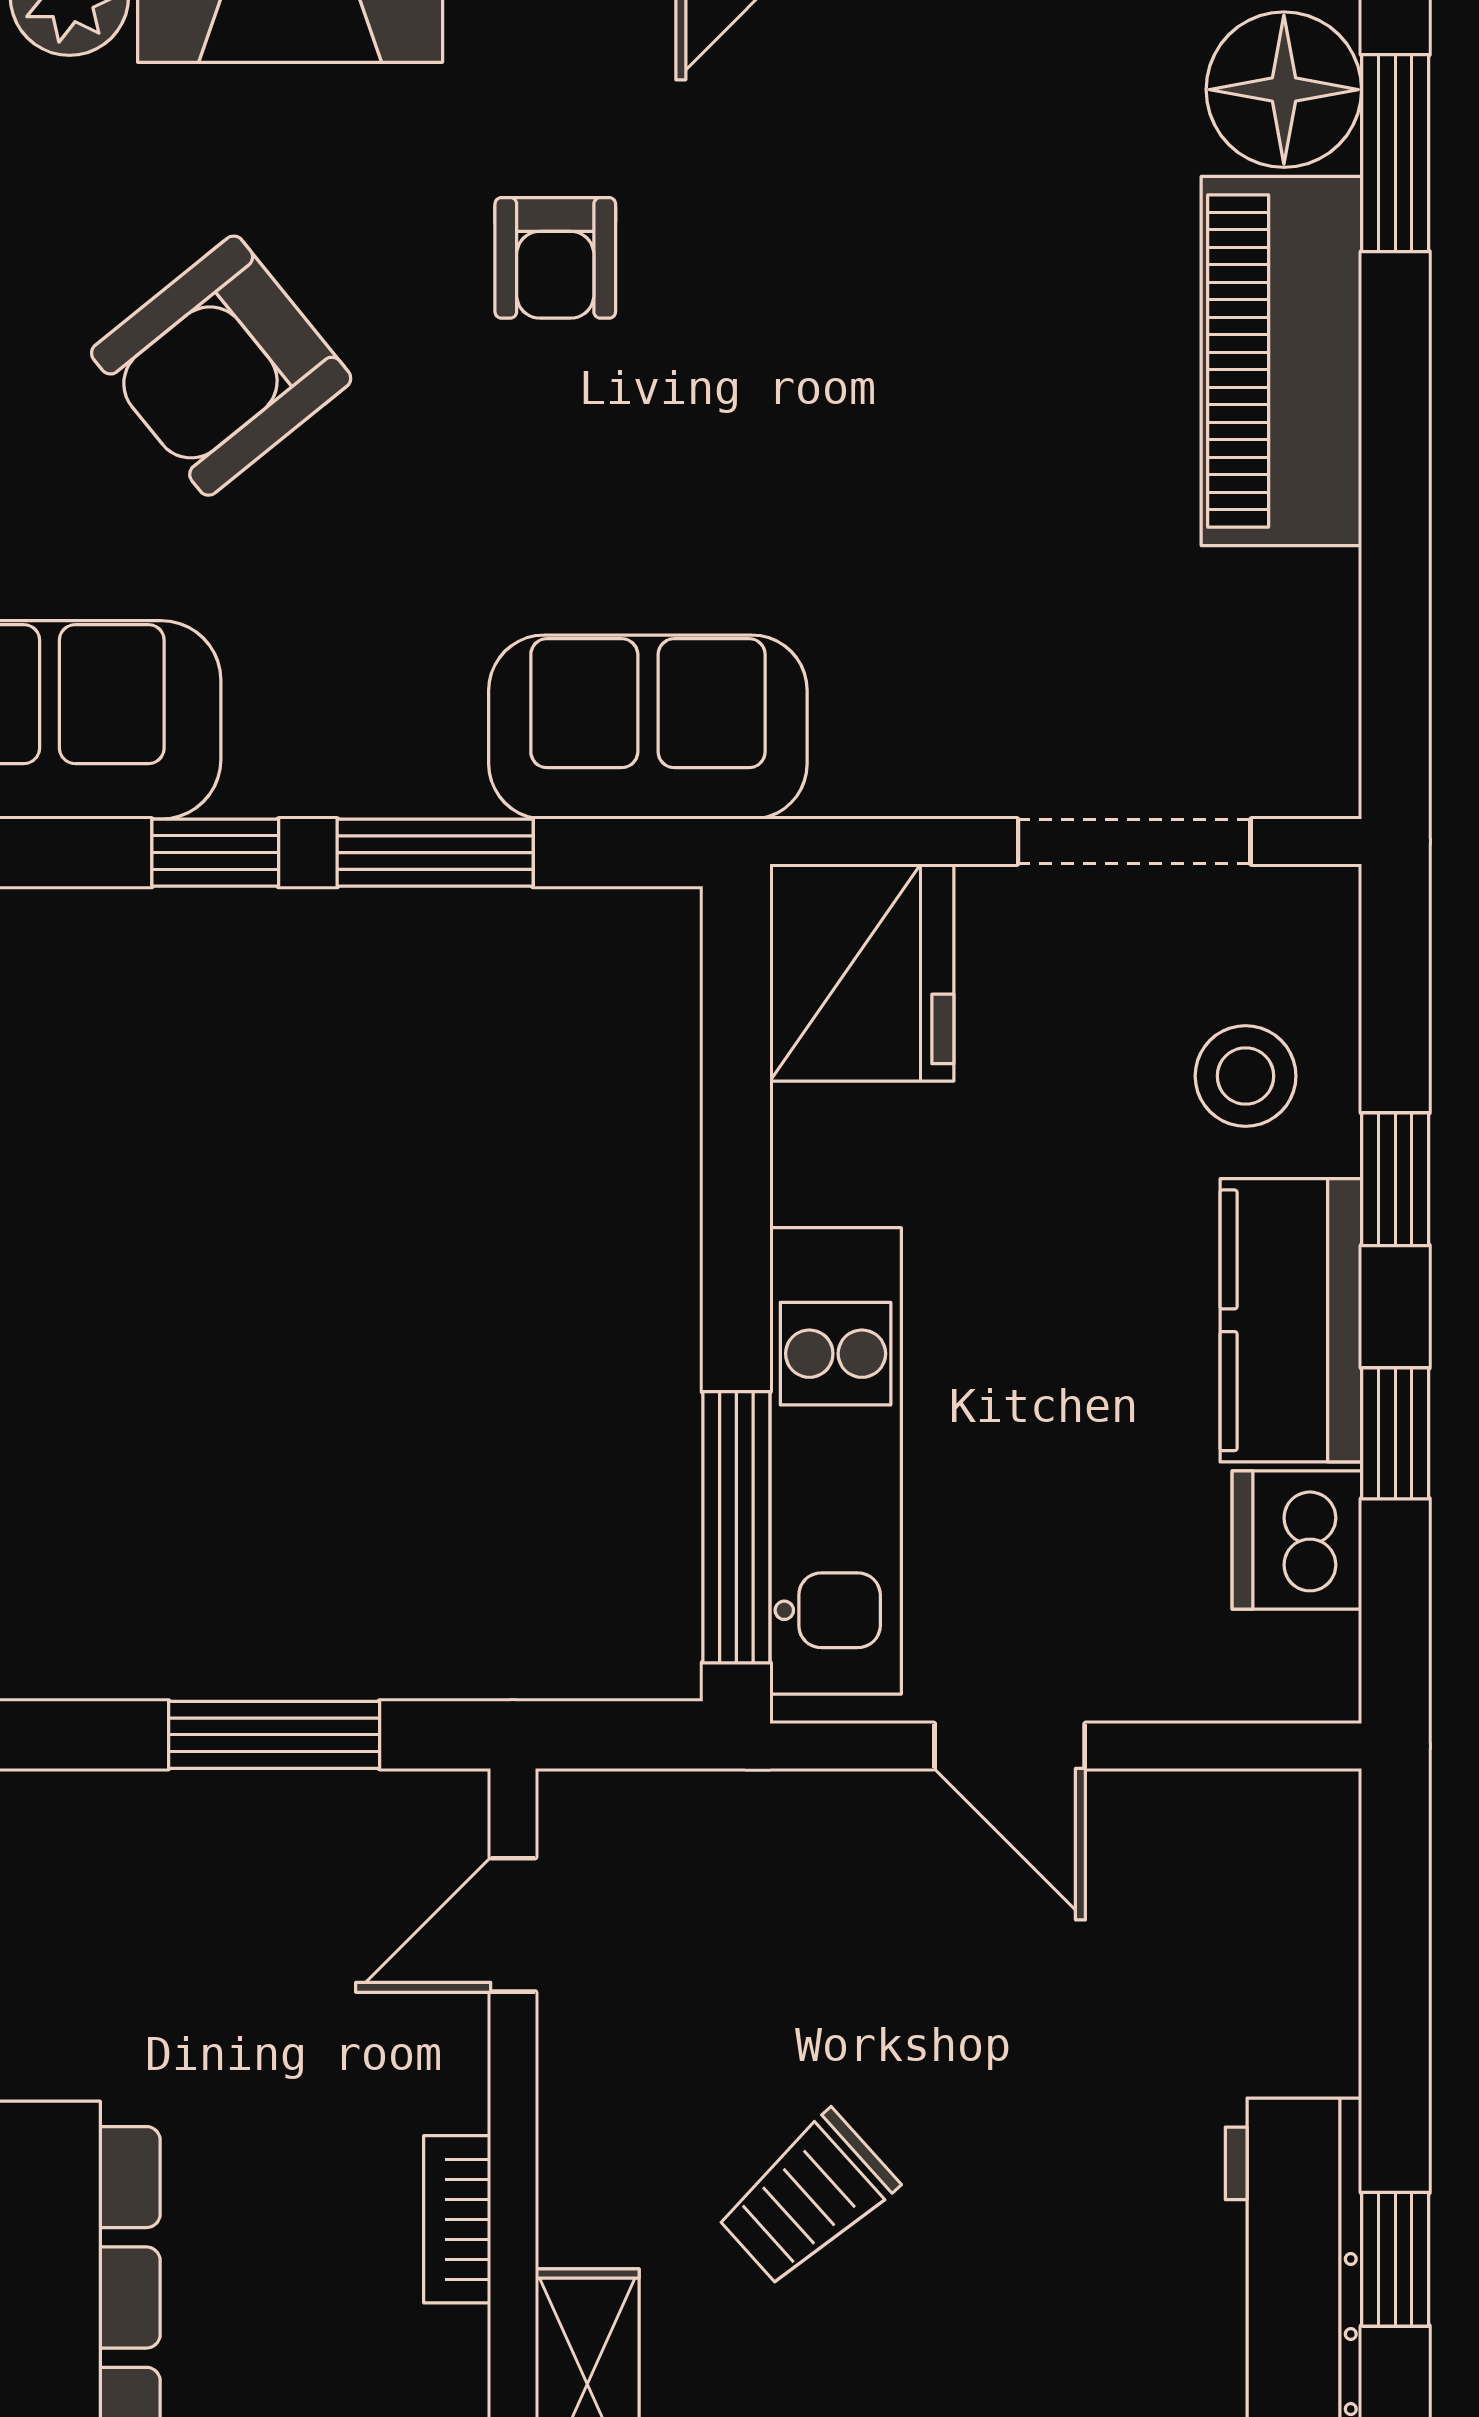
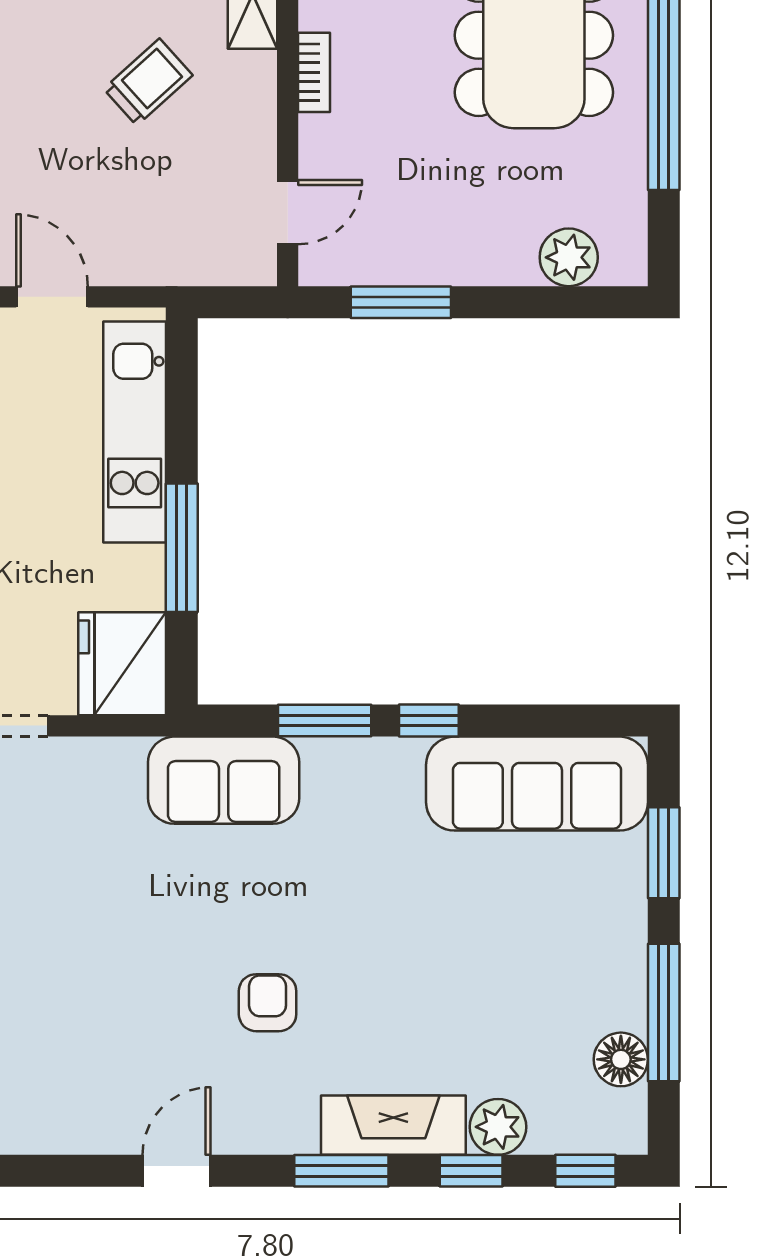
armchair: (221, 366) -> (426, 952), removed
window: (736, 1527) -> (182, 548), moved

